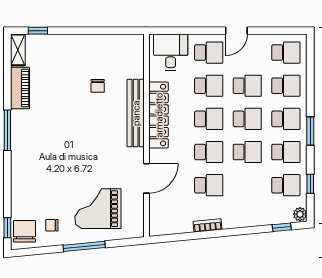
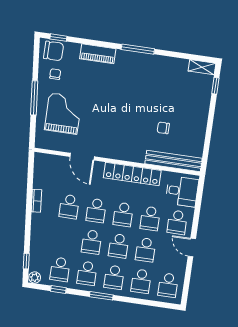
piano: (20, 88) -> (98, 54), moved
bench: (136, 113) -> (173, 161), moved

